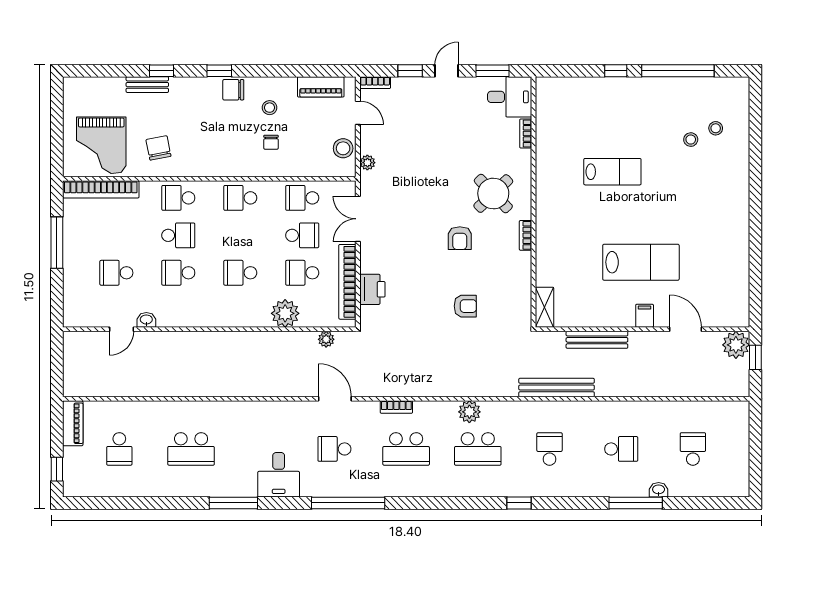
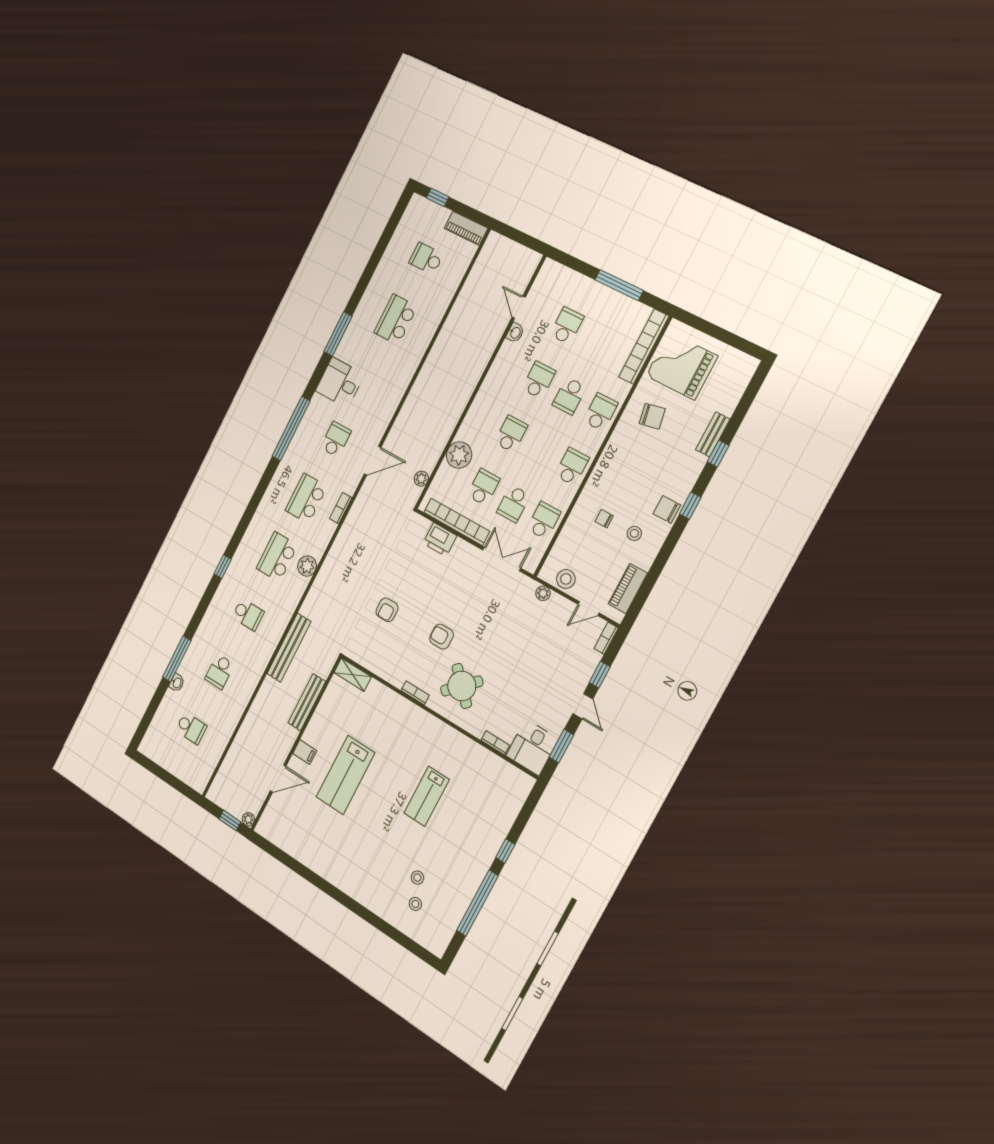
chair: (233, 90) -> (667, 509), turned -90
plant: (736, 345) -> (248, 819), width x0.53, depth x0.53

